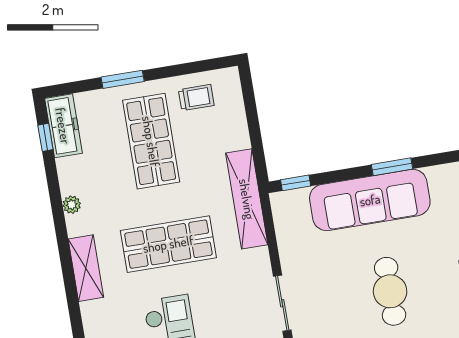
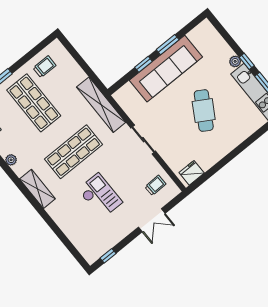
window: (296, 183) -> (143, 64), moved
cafe table: (390, 291) -> (204, 111), turned 31
sliding door: (282, 303) -> (143, 140), moved

